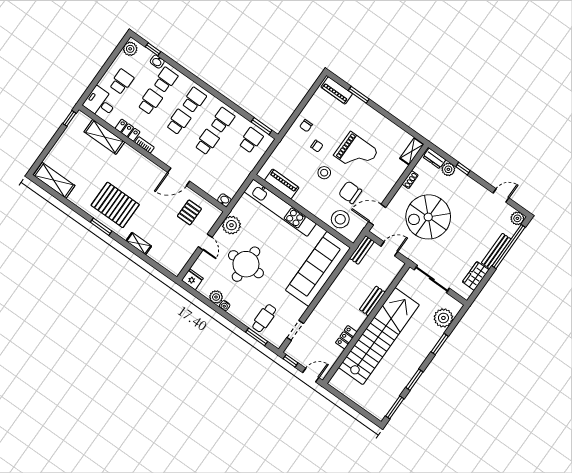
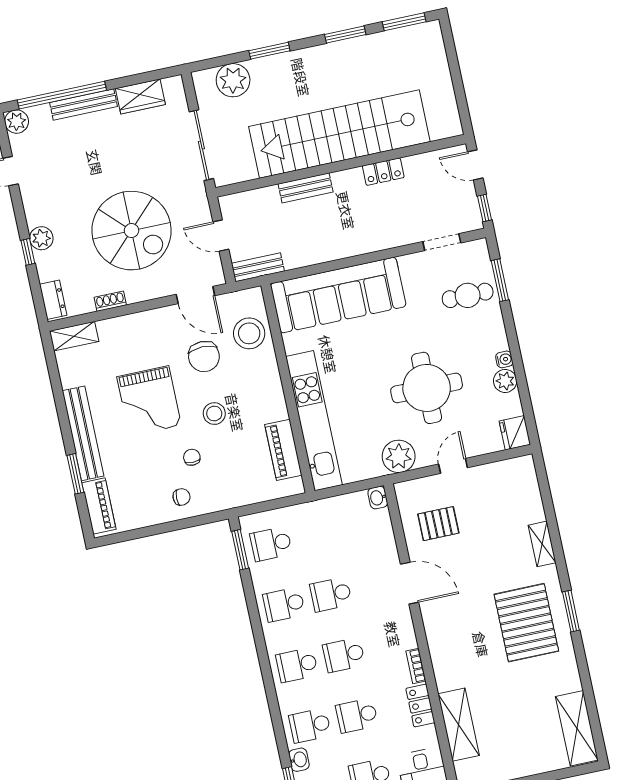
bench: (371, 114) -> (83, 433), added
grand piano: (356, 153) -> (149, 401), turned 180
plant: (448, 169) -> (41, 238), moved

